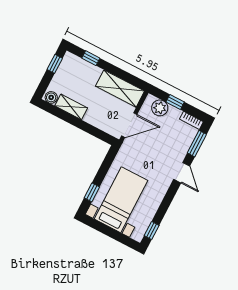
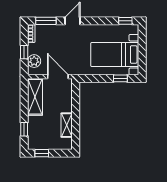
boiler: (51, 97) -> (67, 143), removed

